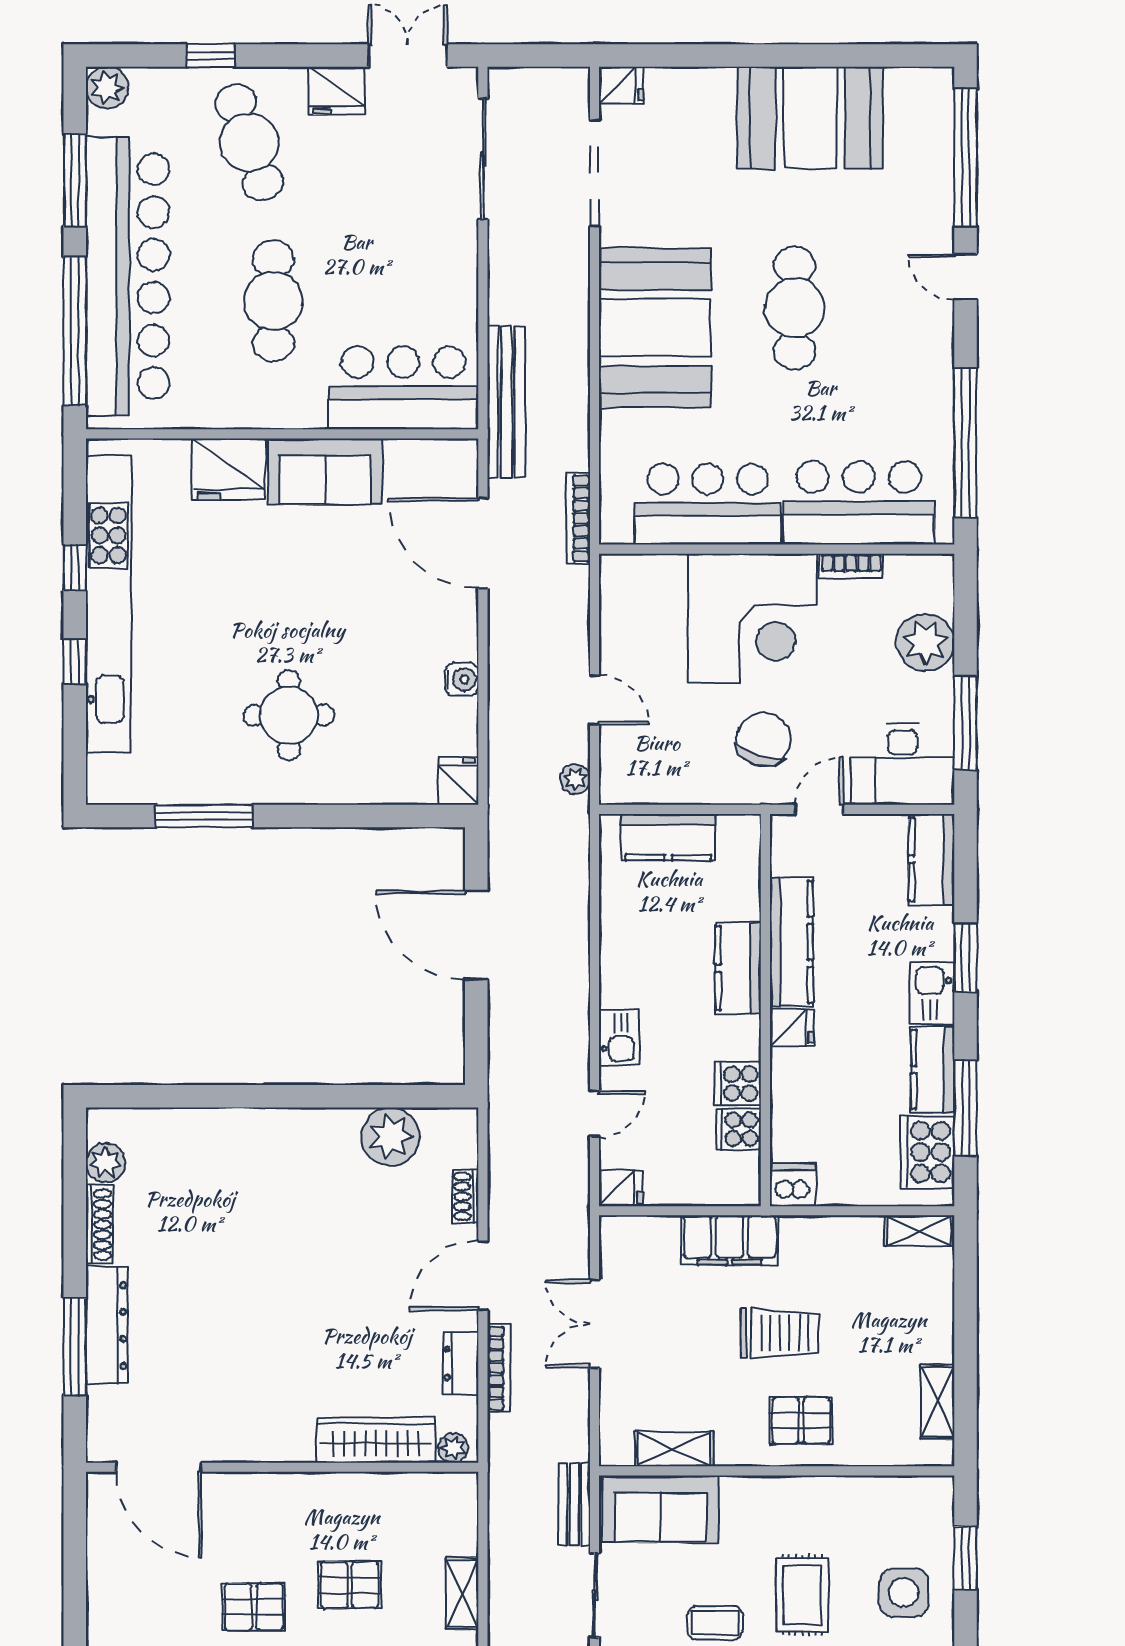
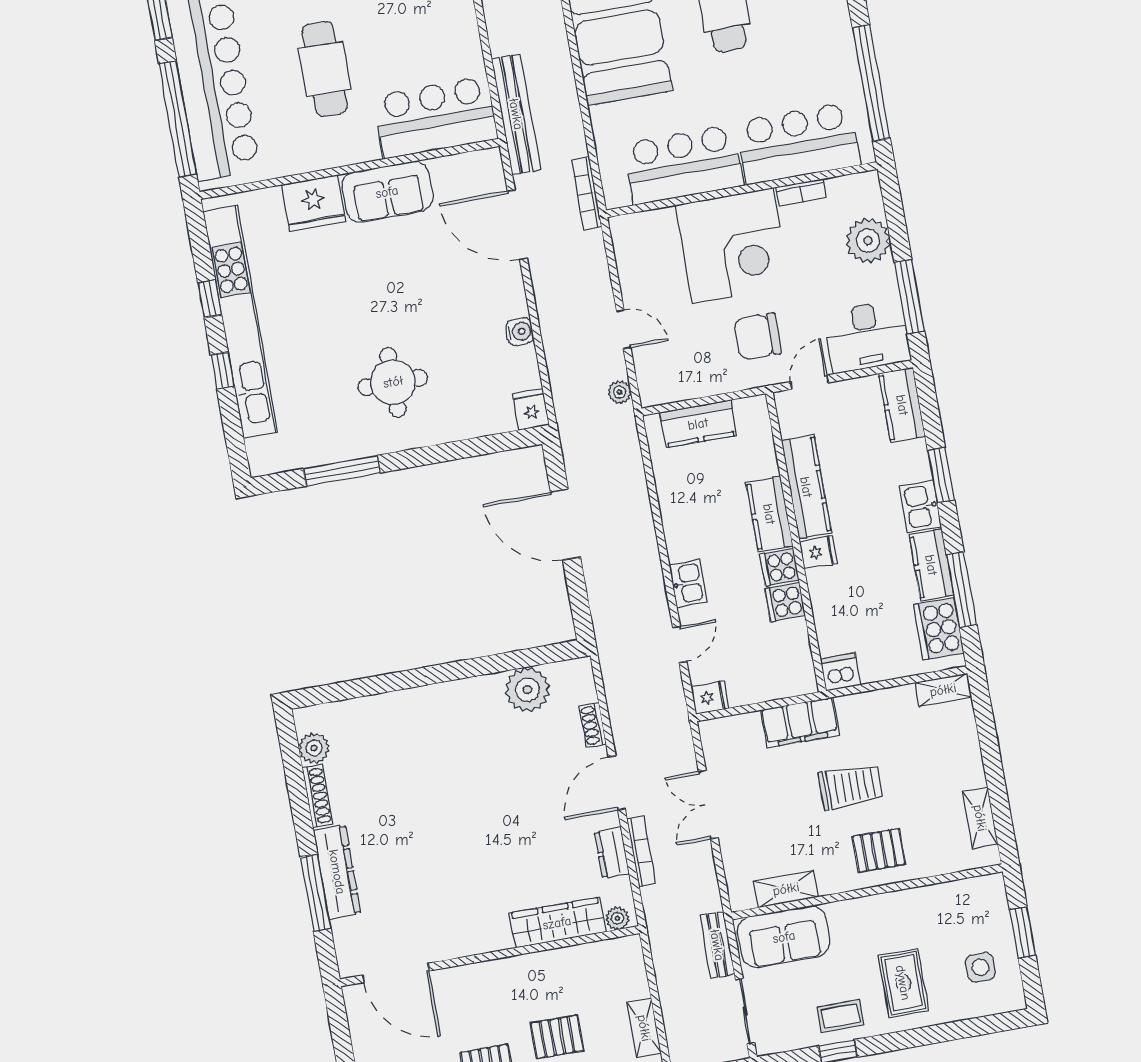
chair: (763, 739) -> (758, 336), turned -108
cooker: (739, 1129) -> (779, 567), moved
side table: (904, 1592) -> (980, 967), width x0.73, depth x0.73

